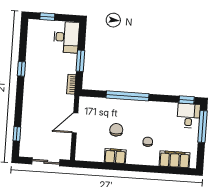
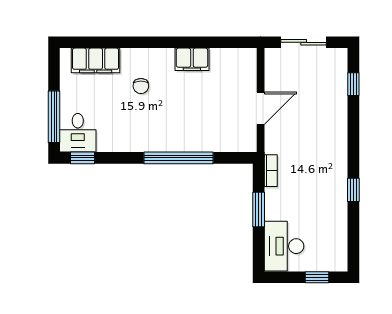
chair: (116, 130) -> (193, 102), removed

